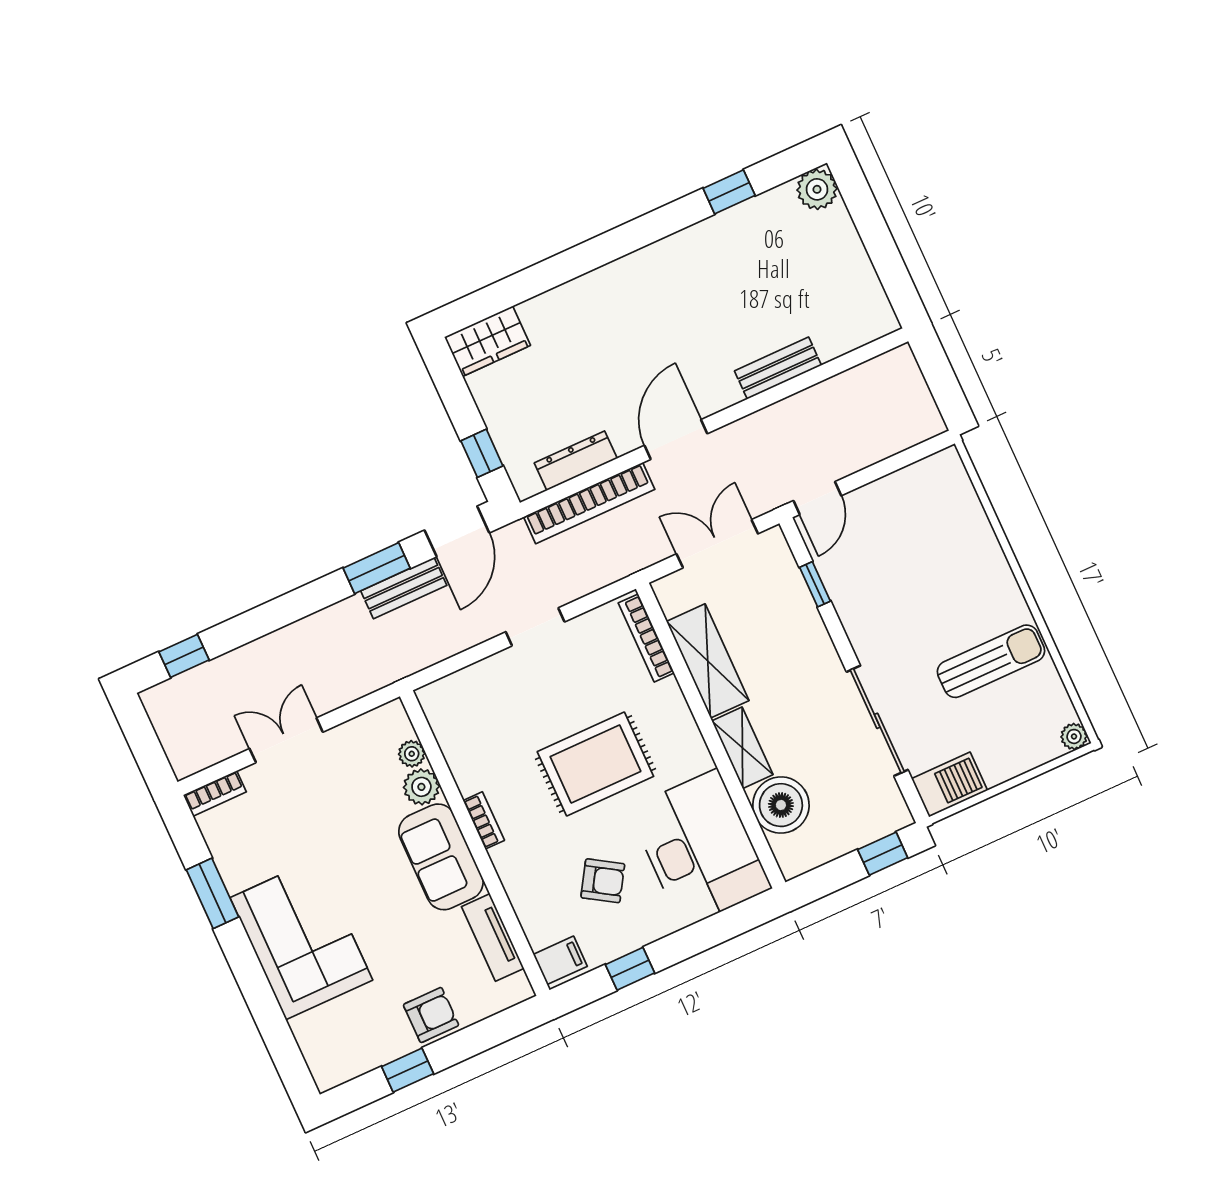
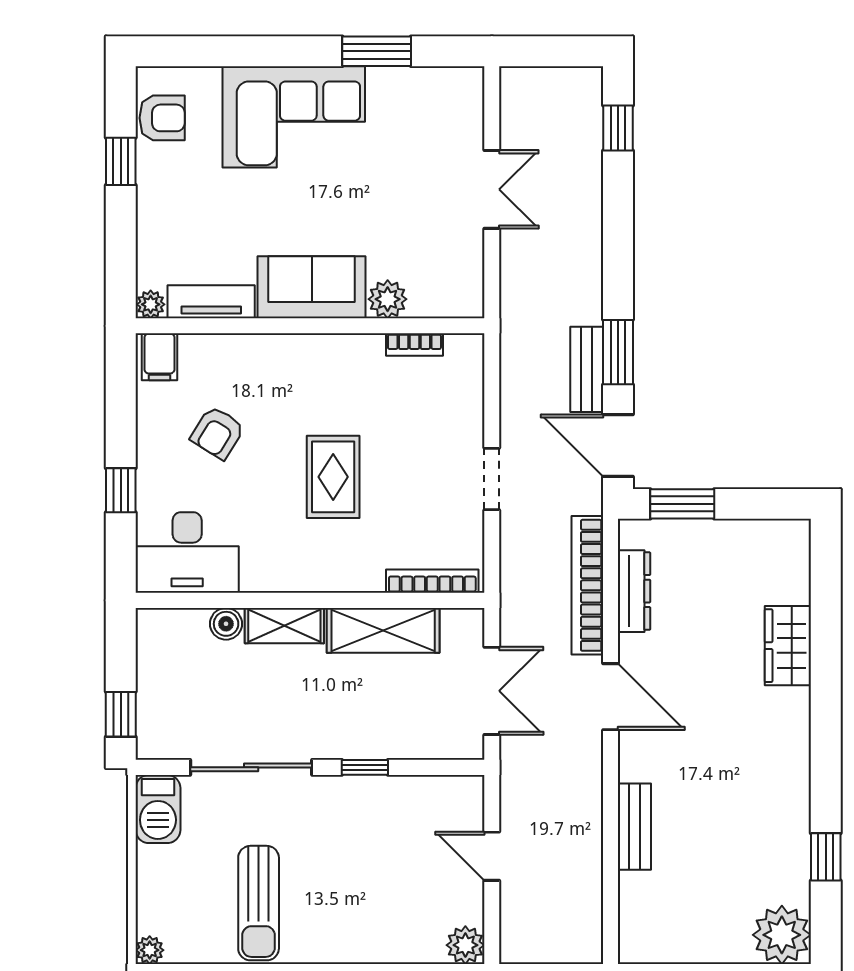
plant: (817, 189) -> (782, 935), width x1.36, depth x1.36
wardrobe: (487, 341) -> (788, 646), moved
window: (482, 453) -> (682, 504), width x1.50
plant: (946, 467) -> (465, 945), added
door: (817, 498) -> (492, 856), moved
window: (815, 584) -> (365, 767), moved
plant: (412, 754) -> (151, 304), moved
rug: (595, 764) -> (333, 477), width x0.73, depth x0.70
bookcase: (215, 793) -> (472, 97), removed
boiler: (781, 805) -> (226, 624), width x0.54, depth x0.54
bookcase: (484, 820) -> (414, 345), moved
desk: (700, 849) -> (187, 552), width x0.73, depth x0.77
window: (630, 969) -> (121, 490), moved
armchair: (431, 1015) -> (162, 118), moved, turned -90

